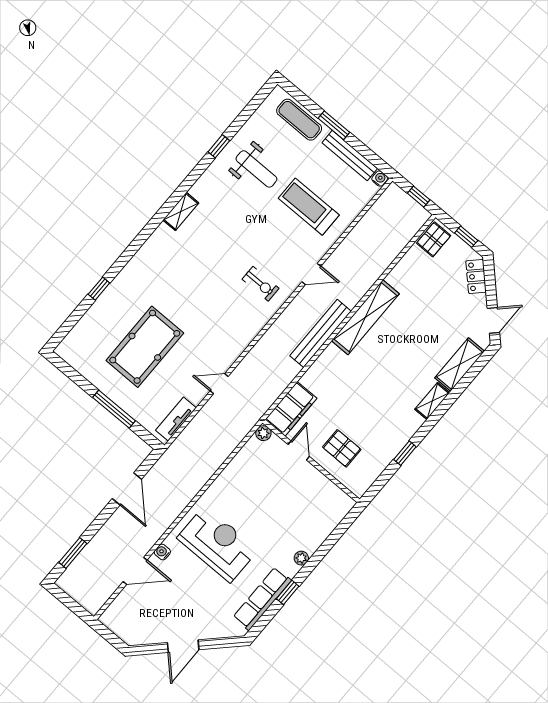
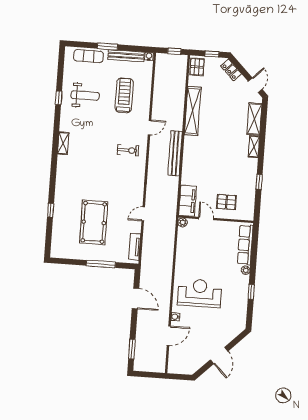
treadmill: (309, 207) -> (124, 95), turned 90
shelving: (365, 317) -> (193, 111), moved
row of seats: (262, 599) -> (245, 245), moved

